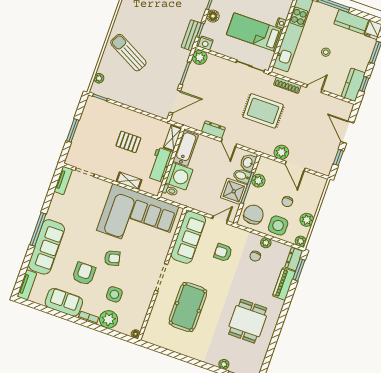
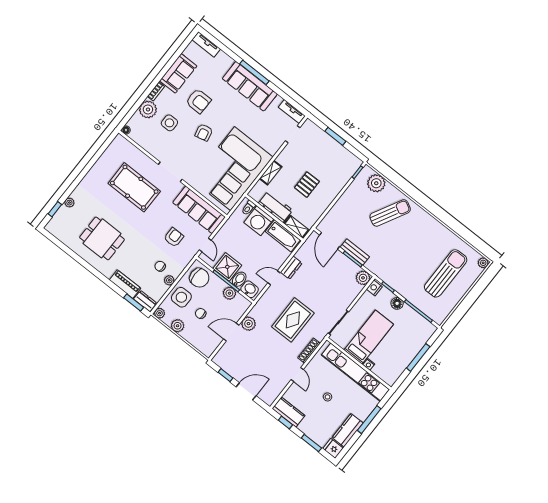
bench: (191, 35) -> (355, 252), moved
plant: (99, 78) -> (376, 183), width x1.88, depth x1.88
sofa: (46, 247) -> (250, 86), moved

